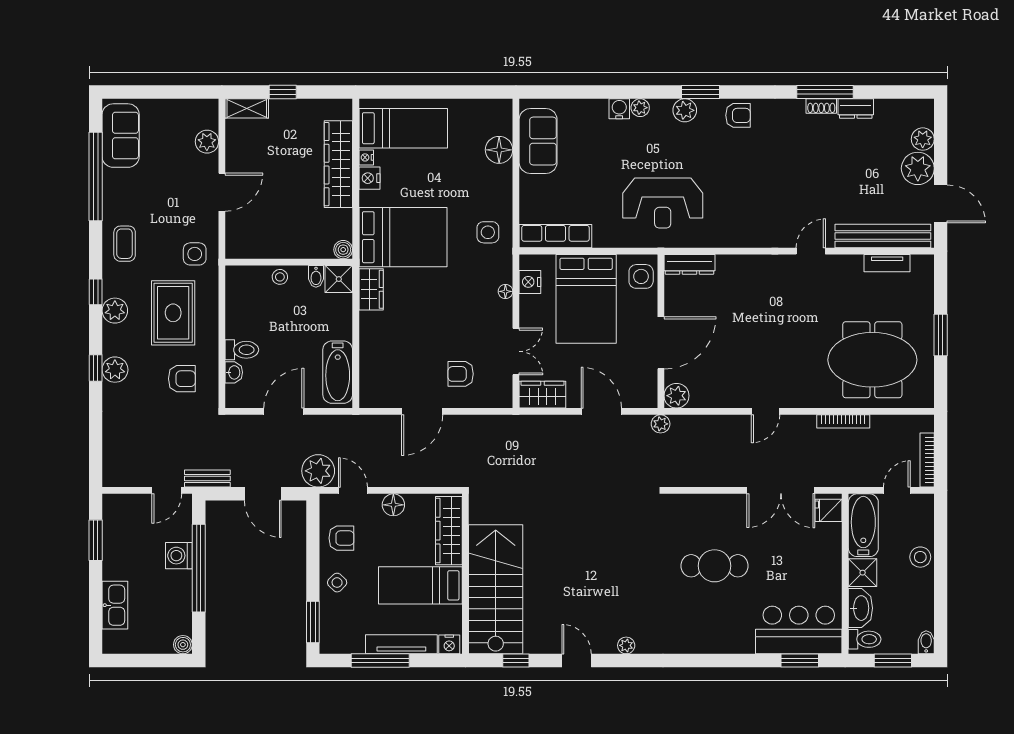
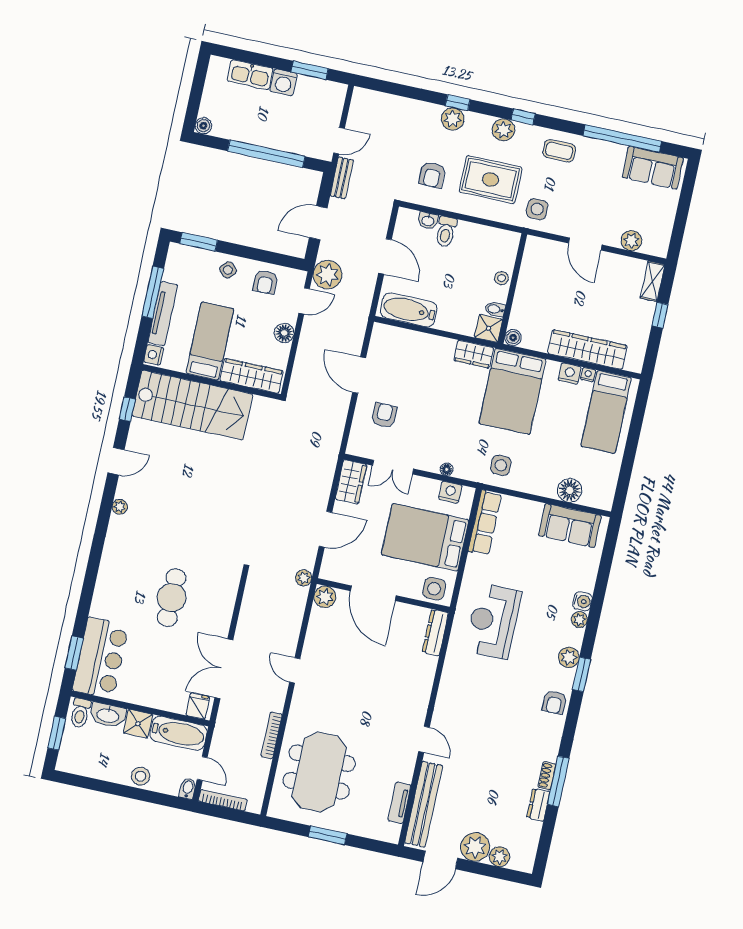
door: (167, 490) -> (339, 141), swing flipped
washing machine: (179, 556) -> (284, 82), moved, turned 180
bidet: (926, 642) -> (188, 788), moved, turned -90

